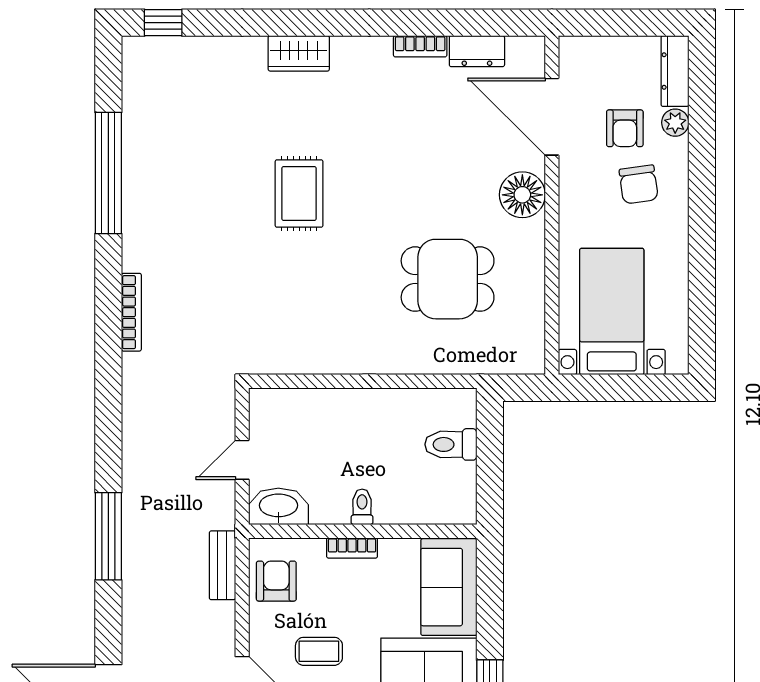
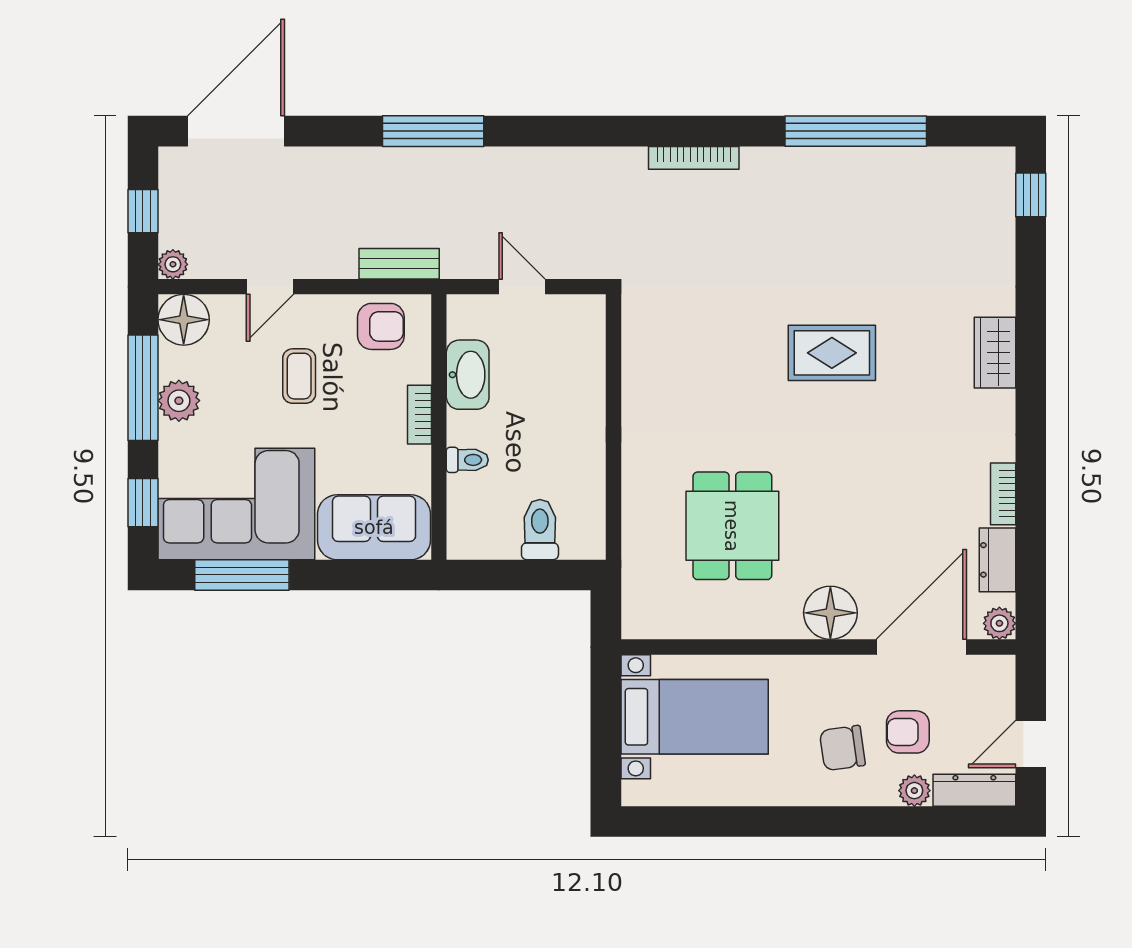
door: (635, 23) -> (1031, 744), added
plant: (531, 50) -> (999, 623), added
washbasin: (278, 506) -> (468, 375), moved
toilet: (362, 507) -> (467, 460), moved

